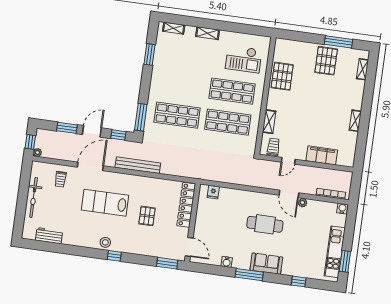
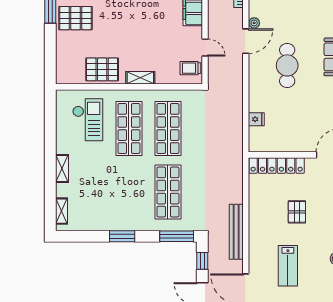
window: (149, 54) -> (122, 236), moved
shelving: (269, 122) -> (140, 78), moved
fridge: (213, 192) -> (256, 119), moved
lab bench: (105, 203) -> (288, 266), width x0.73, depth x0.72
pallet: (147, 216) -> (297, 212), turned 90

